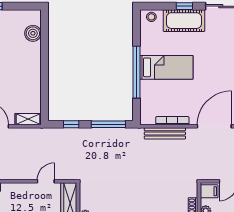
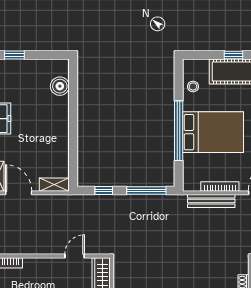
stool: (151, 17) -> (193, 86), moved
bed: (166, 67) -> (213, 132), width x1.50

